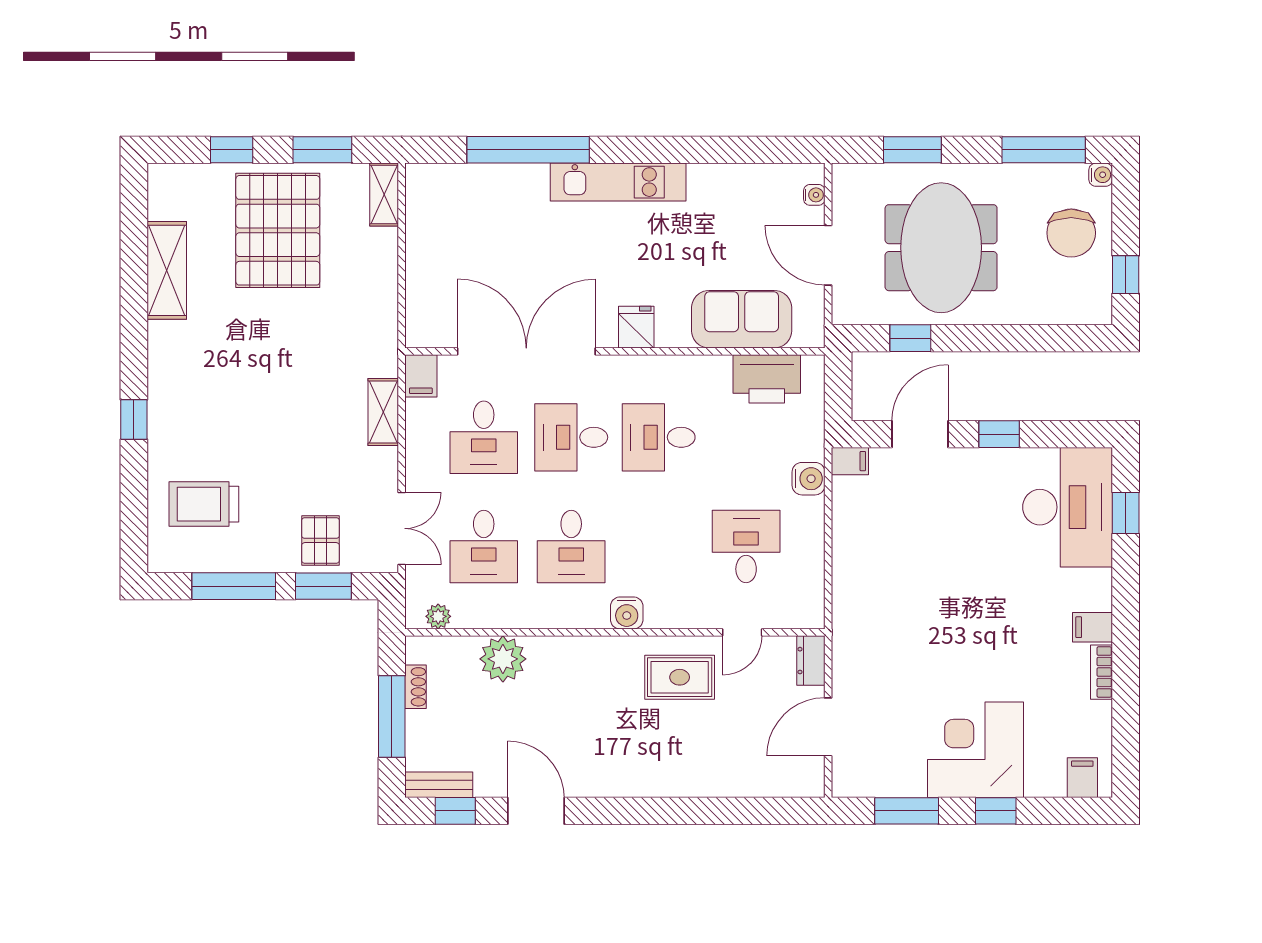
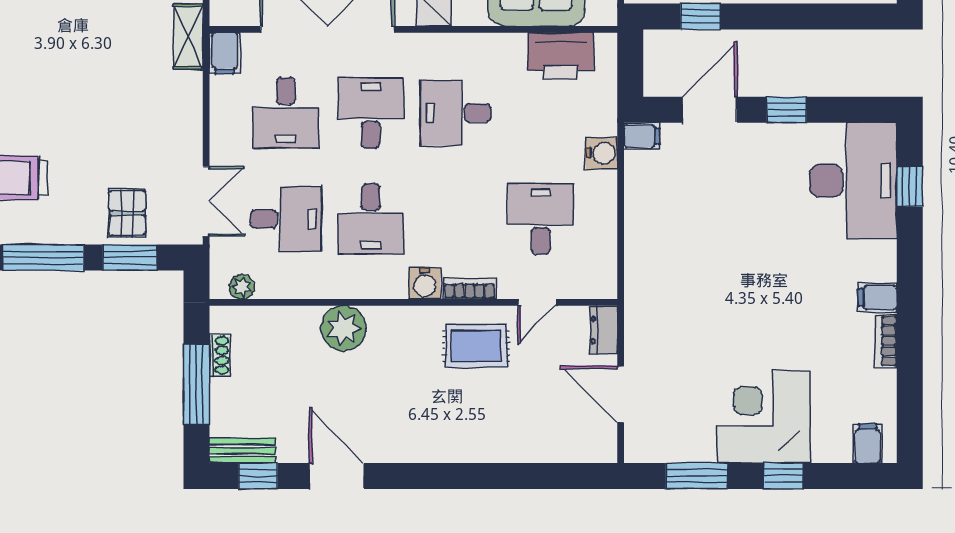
shelving: (383, 412) -> (188, 37), moved
desk: (571, 437) -> (371, 113), turned 90
desk: (484, 546) -> (286, 219), turned -90
bookcase: (673, 618) -> (469, 289), added
plant: (503, 659) -> (344, 328), moved
door: (828, 727) -> (621, 394), hinge flipped

